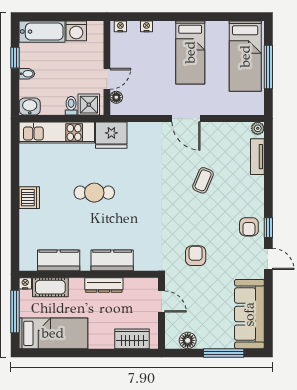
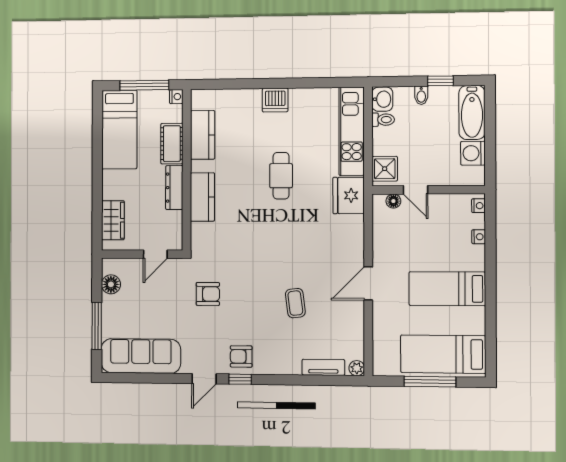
toilet: (71, 106) -> (383, 120), moved
coffee table: (203, 180) -> (295, 303), turned 60
cot: (50, 287) -> (172, 144), moved

